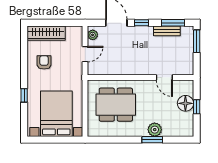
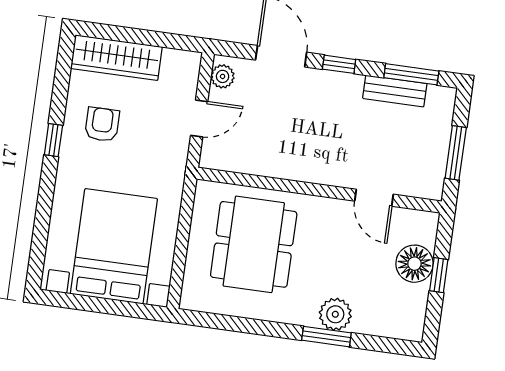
window: (197, 41) -> (456, 153), moved
window: (24, 95) -> (53, 140), moved
dining table: (116, 105) -> (254, 244), turned 90

